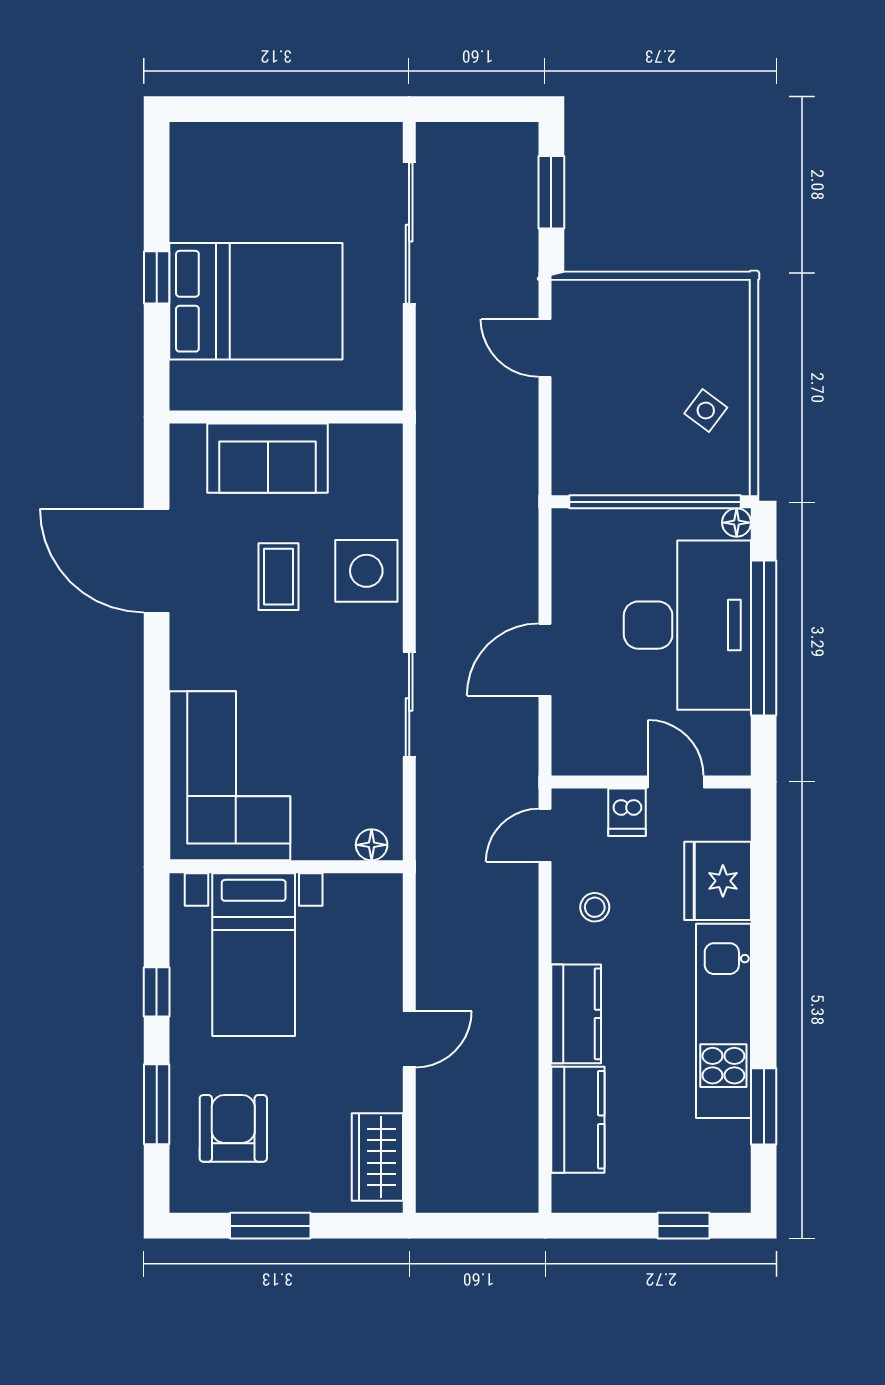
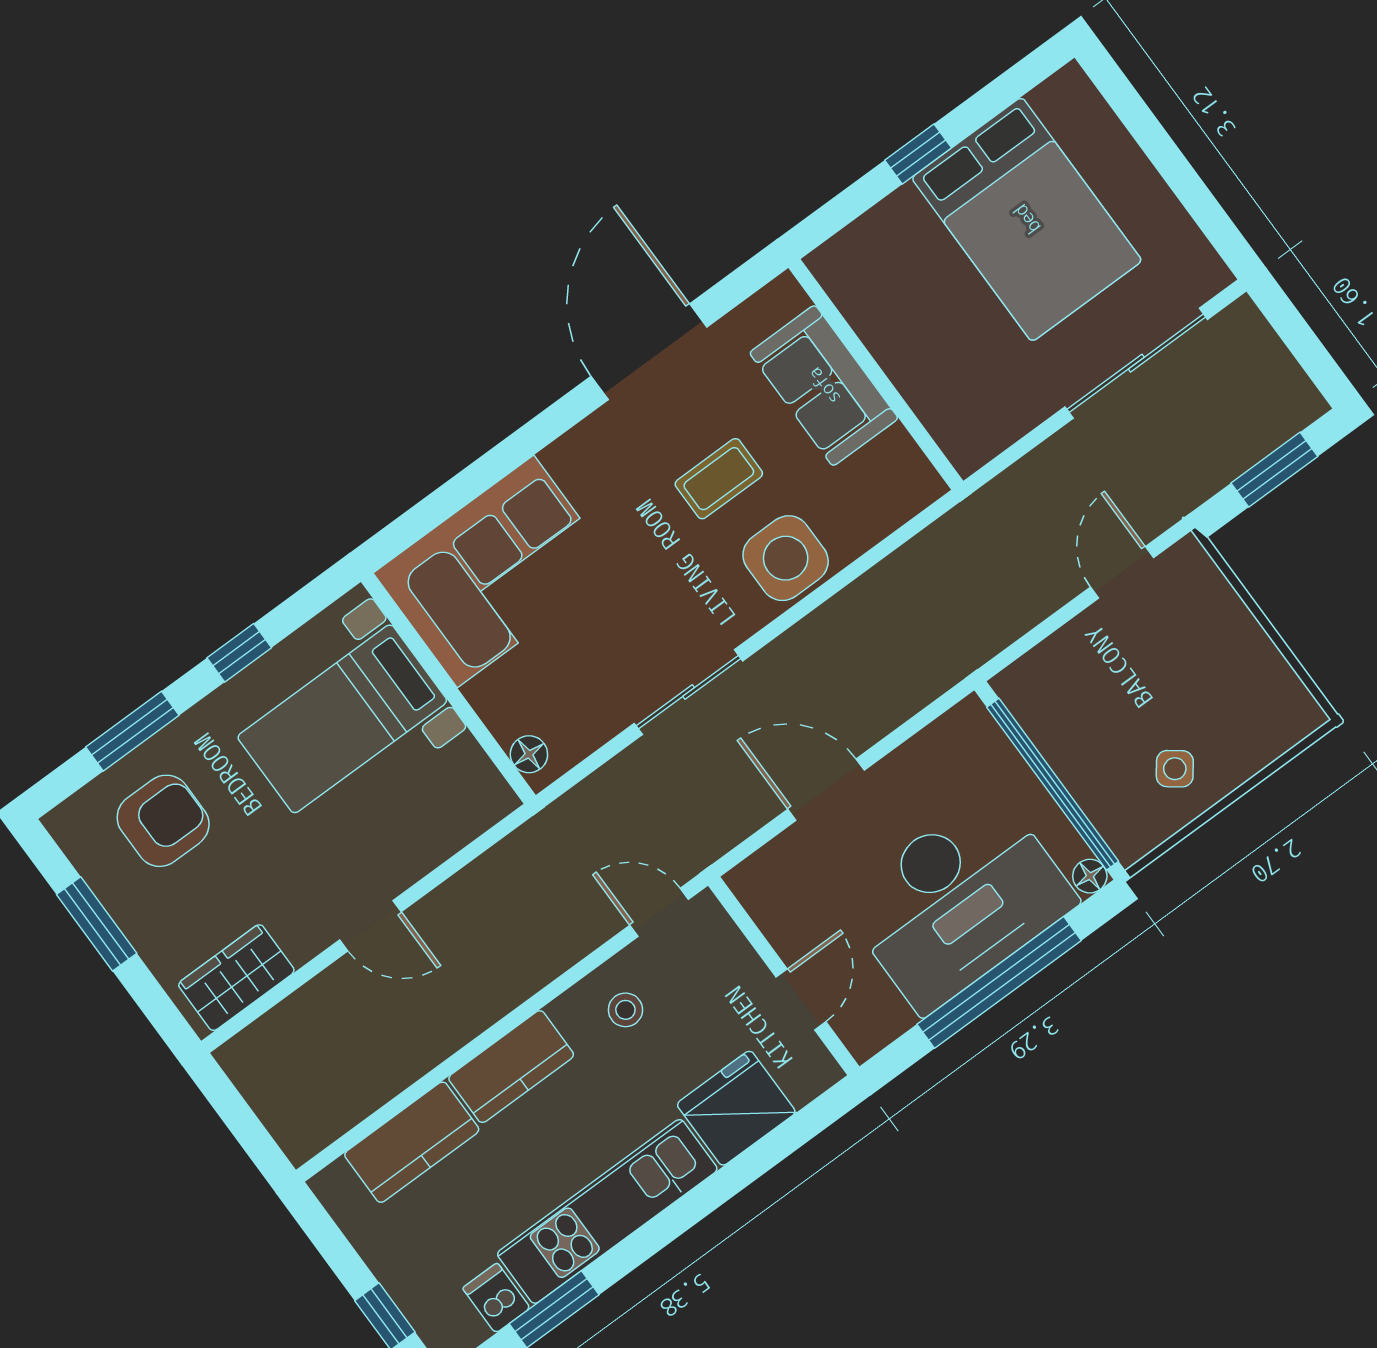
bed: (256, 301) -> (1027, 219), moved
dishwasher: (627, 812) -> (496, 1298), moved, turned 90

